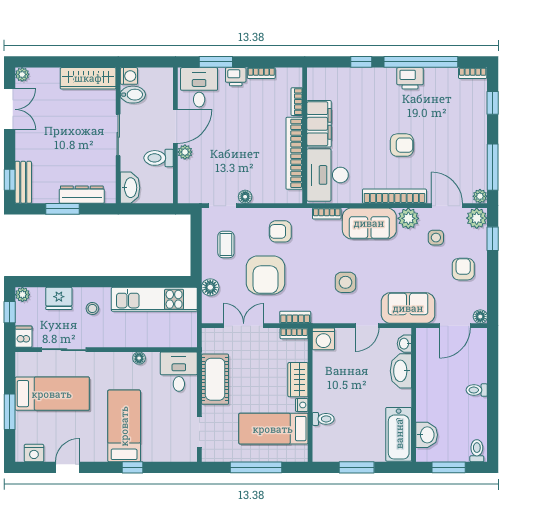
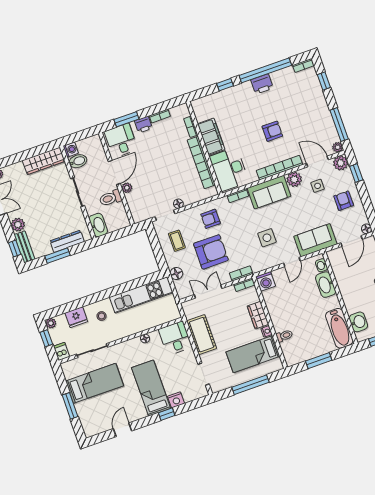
plant: (25, 150) -> (18, 225), added
armchair: (265, 275) -> (211, 252), turned -90
nightstand: (34, 453) -> (176, 400), moved

